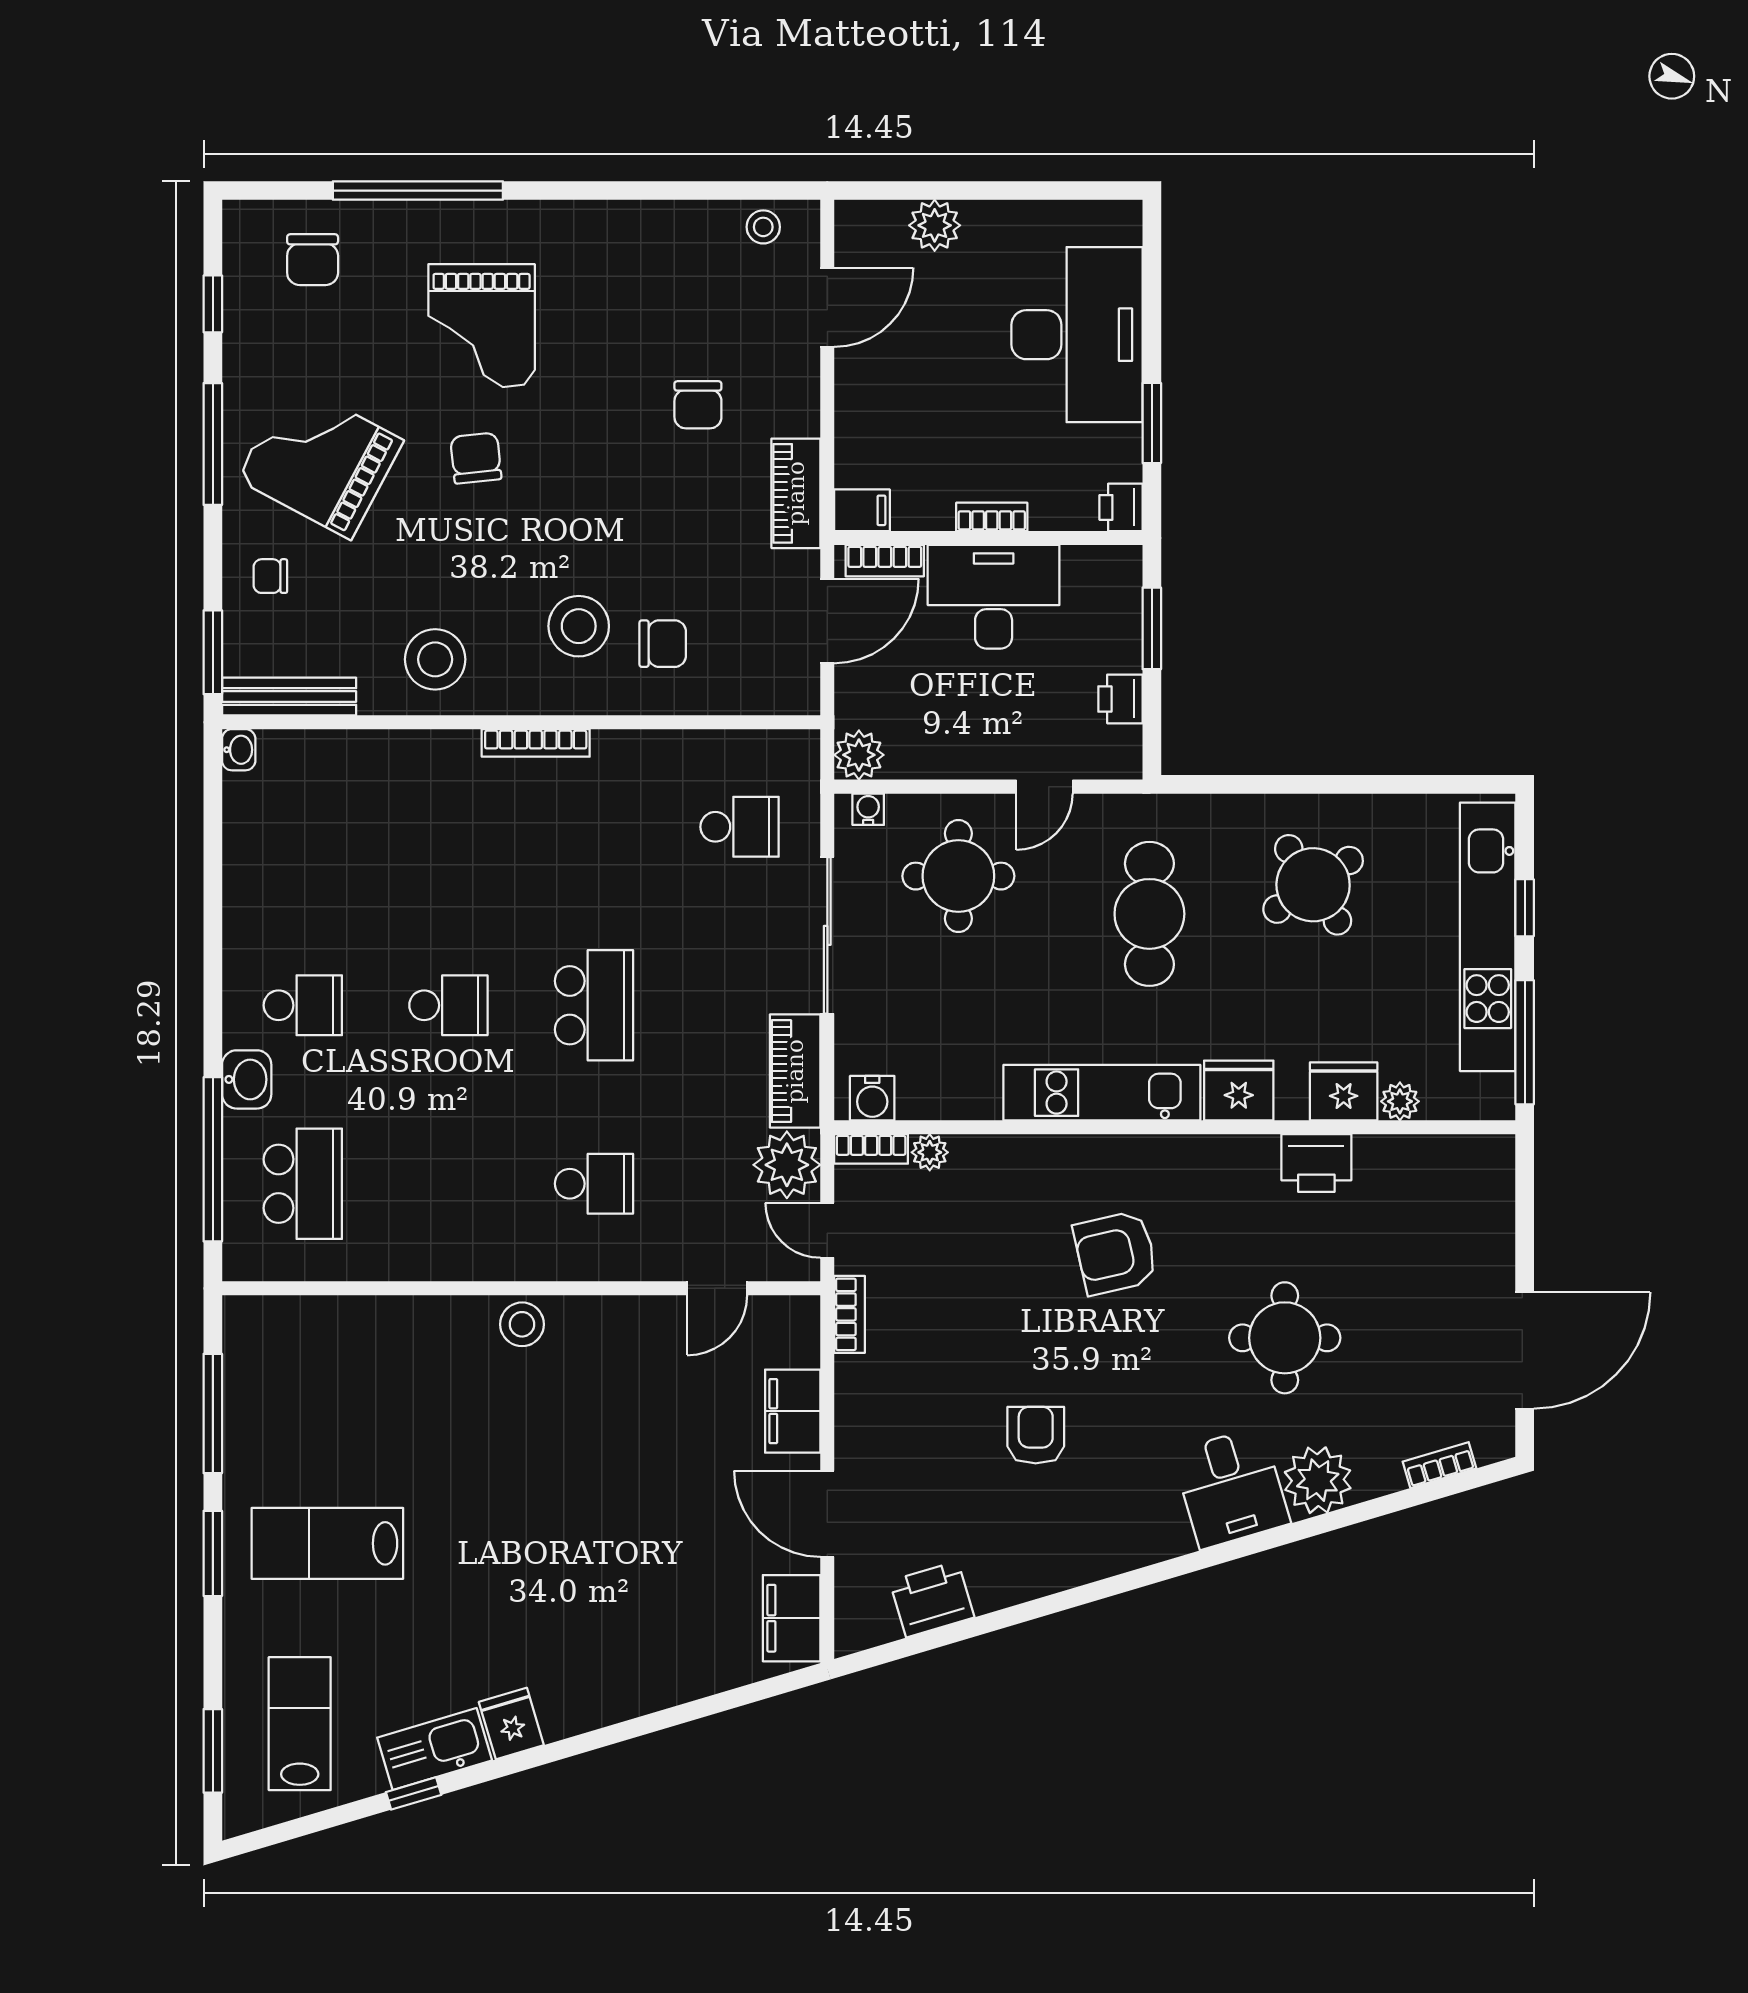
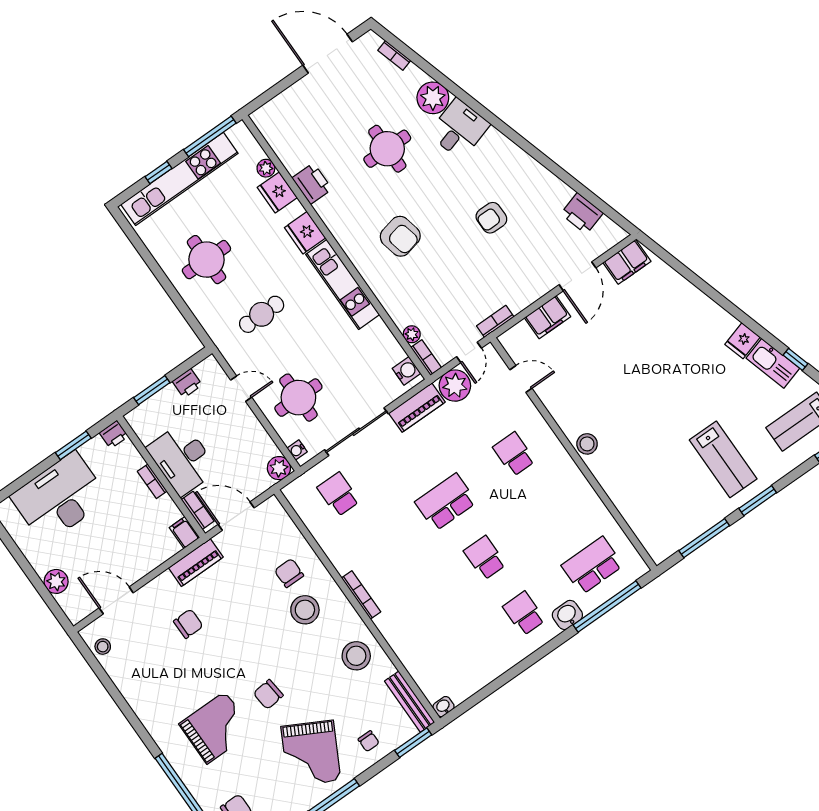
round table: (1313, 885) -> (206, 260), turned 34
cafe table: (1149, 914) -> (262, 314), width x0.73, depth x0.74

